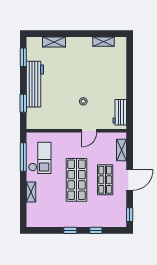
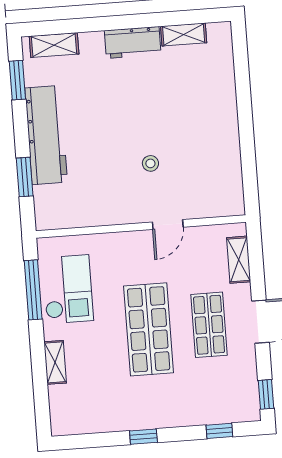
shelving: (54, 42) -> (54, 45), moved
workbench: (120, 112) -> (133, 43), moved, turned -90
window: (96, 230) -> (219, 431), moved

